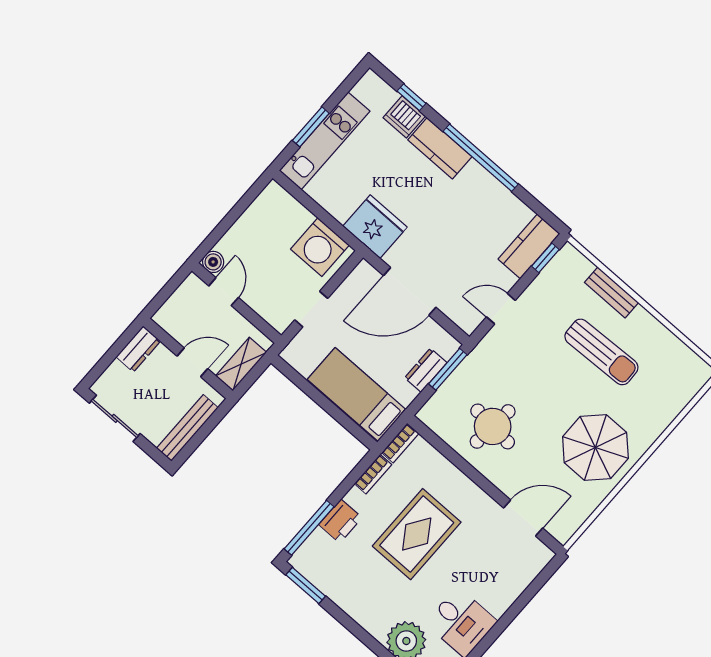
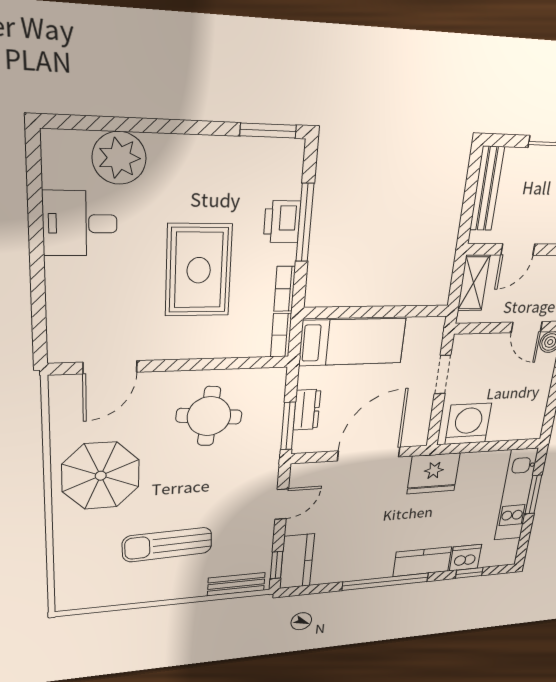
bench: (611, 293) -> (236, 584), moved
window: (309, 528) -> (305, 223), moved

